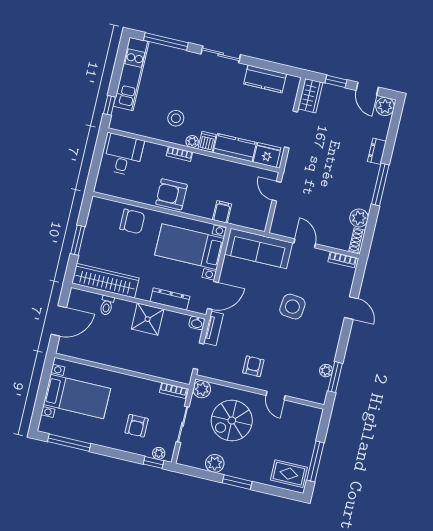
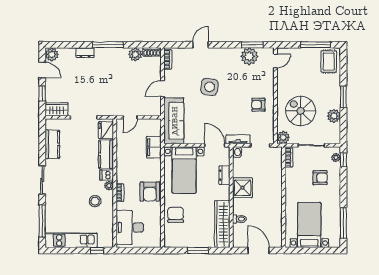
door: (367, 89) -> (42, 70), hinge flipped
desk: (124, 155) -> (130, 227), width x1.37
filing cabinet: (222, 212) -> (154, 147), width x2.00
dresser: (170, 299) -> (224, 175), width x0.70
plant: (326, 371) -> (249, 56), width x1.88, depth x1.88
door: (276, 396) -> (275, 61), moved
spiral stairs: (232, 421) -> (301, 111), turned 180

